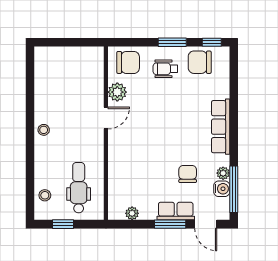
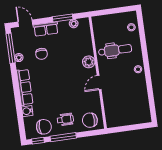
window: (172, 42) -> (63, 137), width x1.44
plant: (117, 92) -> (89, 62), moved
dental chair: (79, 188) -> (115, 50), moved, turned -90
water cooler: (222, 189) -> (27, 111), moved
window: (63, 224) -> (117, 10), removed
window: (170, 224) -> (63, 18), moved

